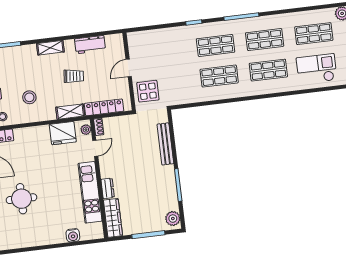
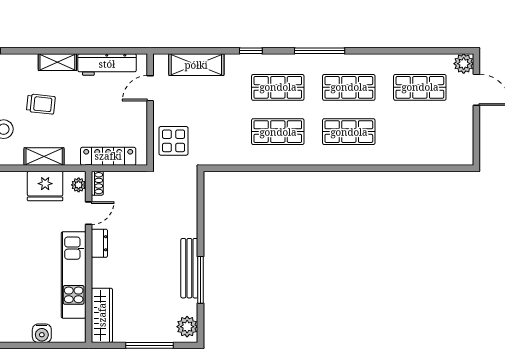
shelving: (157, 36) -> (196, 65), added
workbench: (90, 45) -> (107, 64), width x1.38
shelving: (50, 48) -> (57, 62), moved
door: (129, 68) -> (150, 88), moved
checkout: (317, 69) -> (418, 138), removed
trolley: (74, 76) -> (41, 104), moved
shelving: (70, 112) -> (44, 157), moved
bench: (165, 144) -> (189, 268), moved
dresser: (108, 188) -> (99, 243), moved

